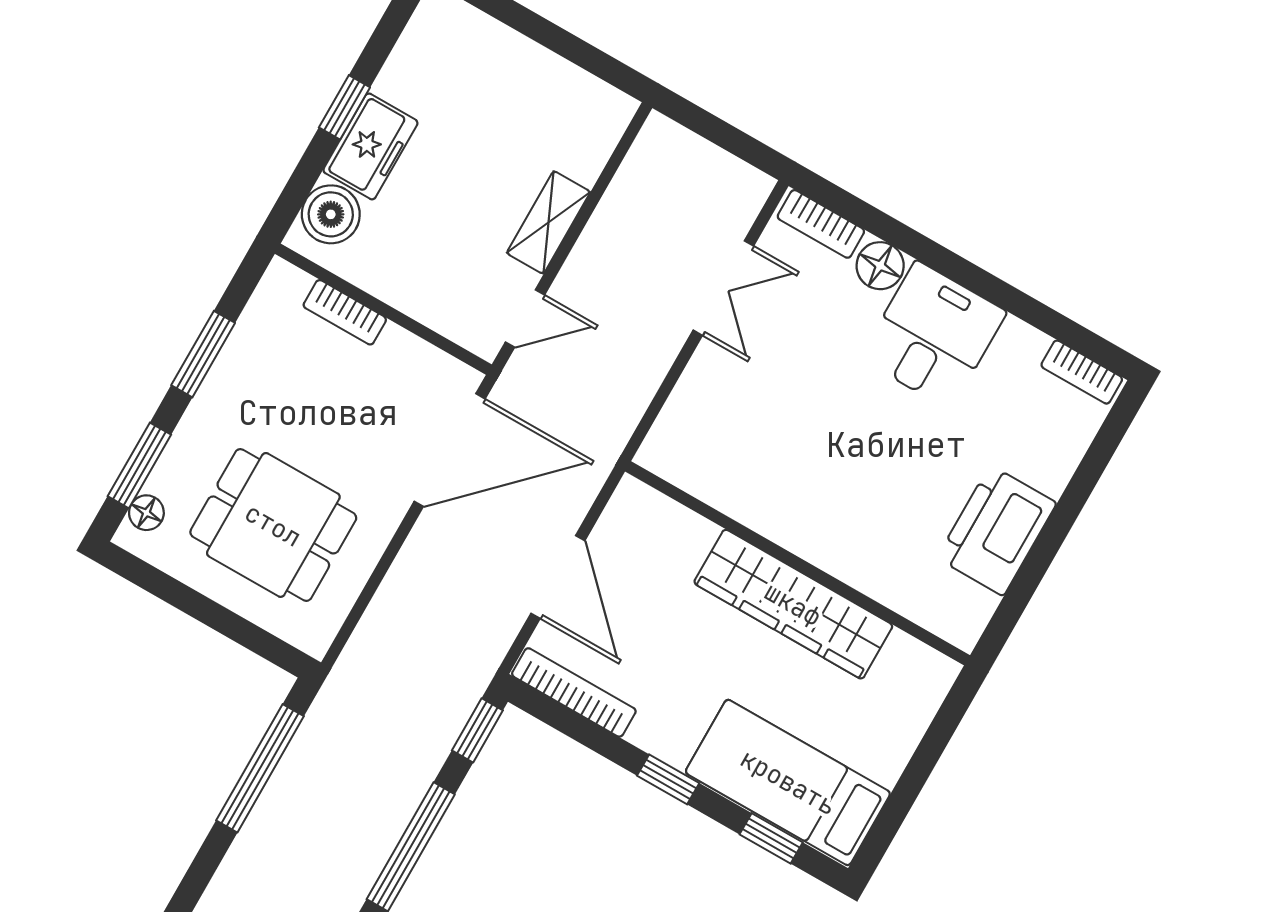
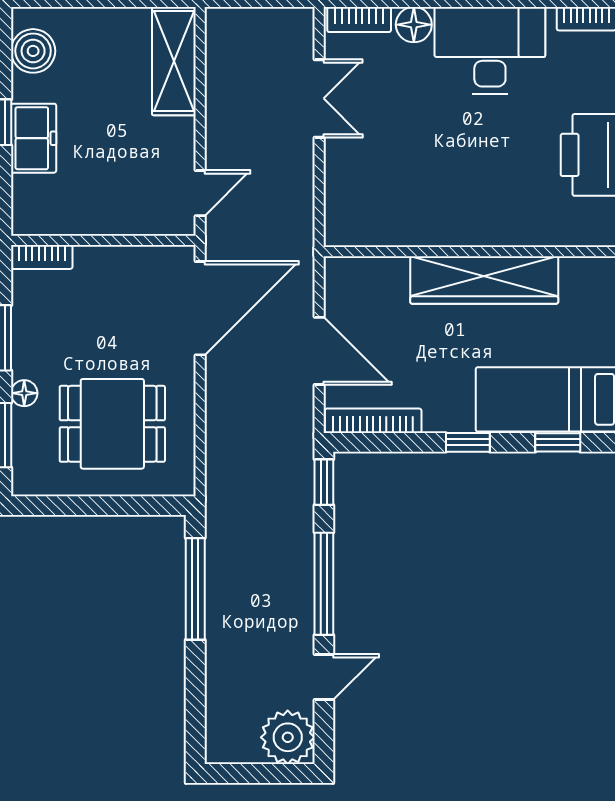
boiler: (331, 214) -> (33, 51), moved
shelving: (548, 222) -> (174, 61), moved, width x1.50, depth x1.33
bookcase: (345, 312) -> (42, 257), moved
desk: (933, 335) -> (490, 50), width x1.37
floor lamp: (146, 513) -> (24, 393), moved

